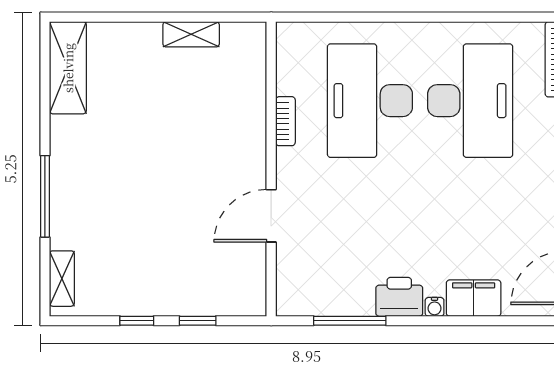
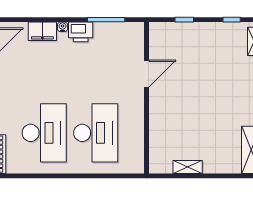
desk: (470, 101) -> (44, 133), turned 180
bookcase: (285, 121) -> (139, 122), removed
window: (137, 321) -> (232, 20), moved

